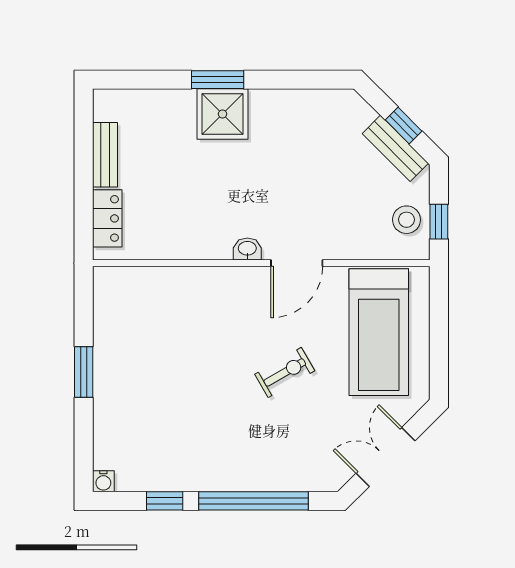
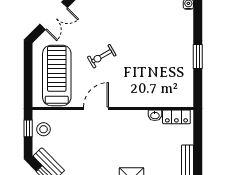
locker: (107, 218) -> (176, 117), moved, turned -90
washbasin: (247, 249) -> (155, 115), moved

